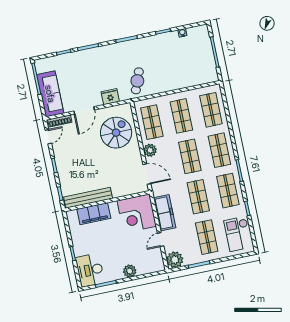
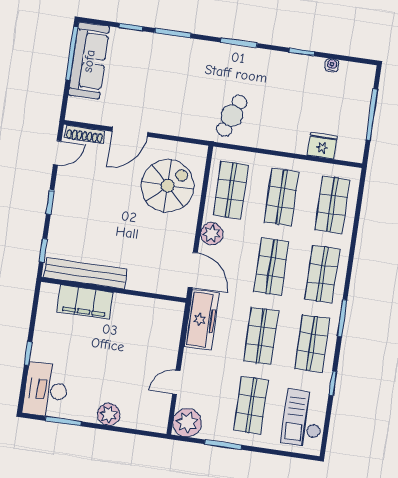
sofa: (50, 94) -> (89, 61), moved
fridge: (110, 97) -> (322, 146), moved
corner desk: (137, 213) -> (153, 327), removed
freezer: (165, 213) -> (201, 320), moved

